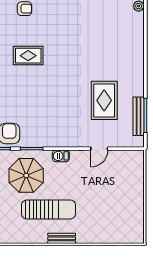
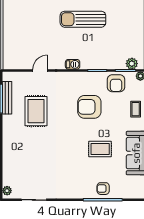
armchair: (41, 106) -> (89, 107), added
parasol: (26, 175) -> (102, 48), removed

